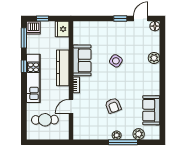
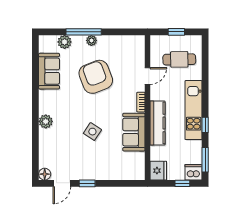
plant: (154, 58) -> (46, 121), moved
armchair: (113, 106) -> (96, 77), width x1.88, depth x1.88
window: (47, 142) -> (176, 32), added

